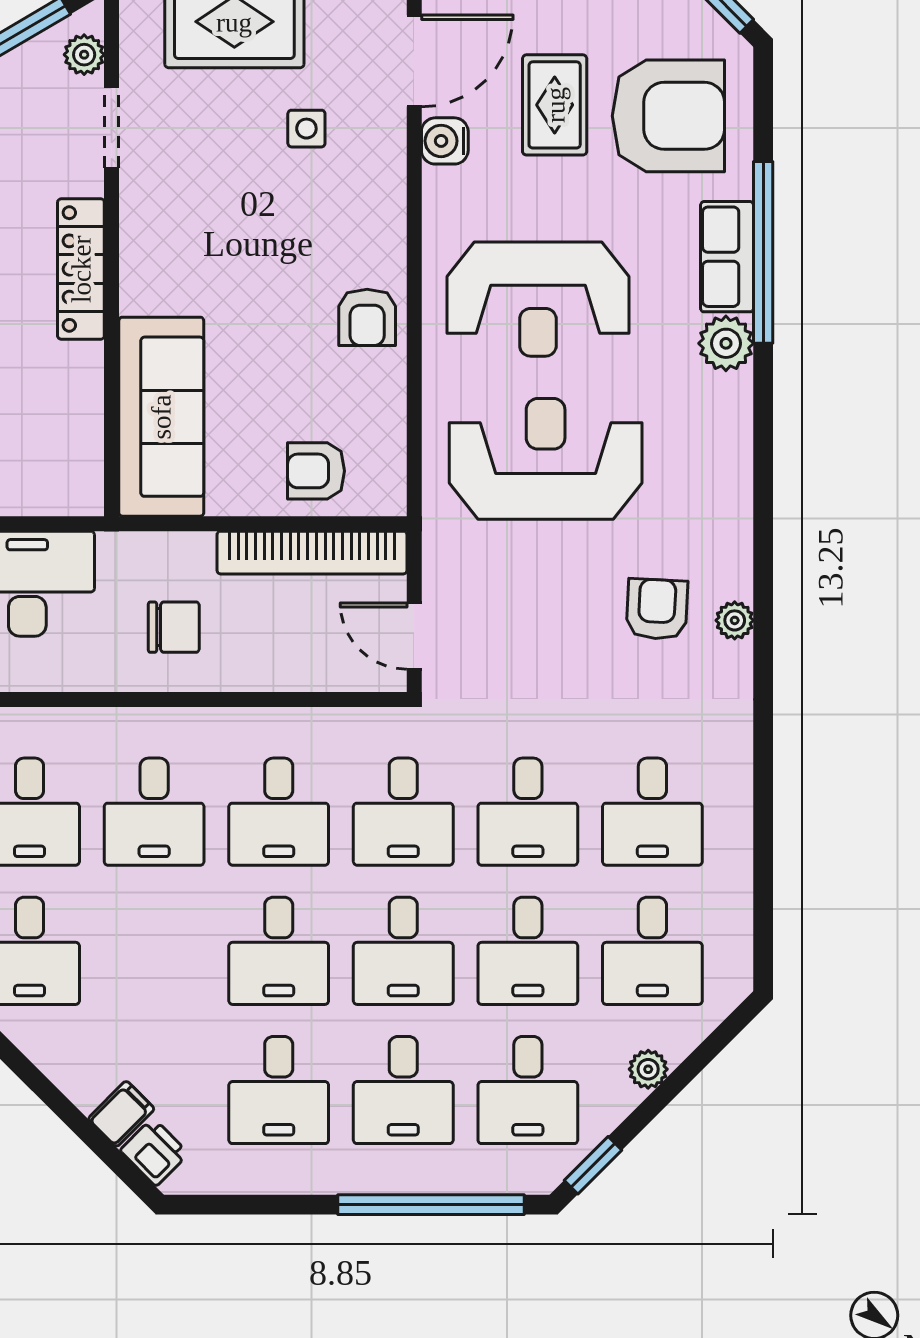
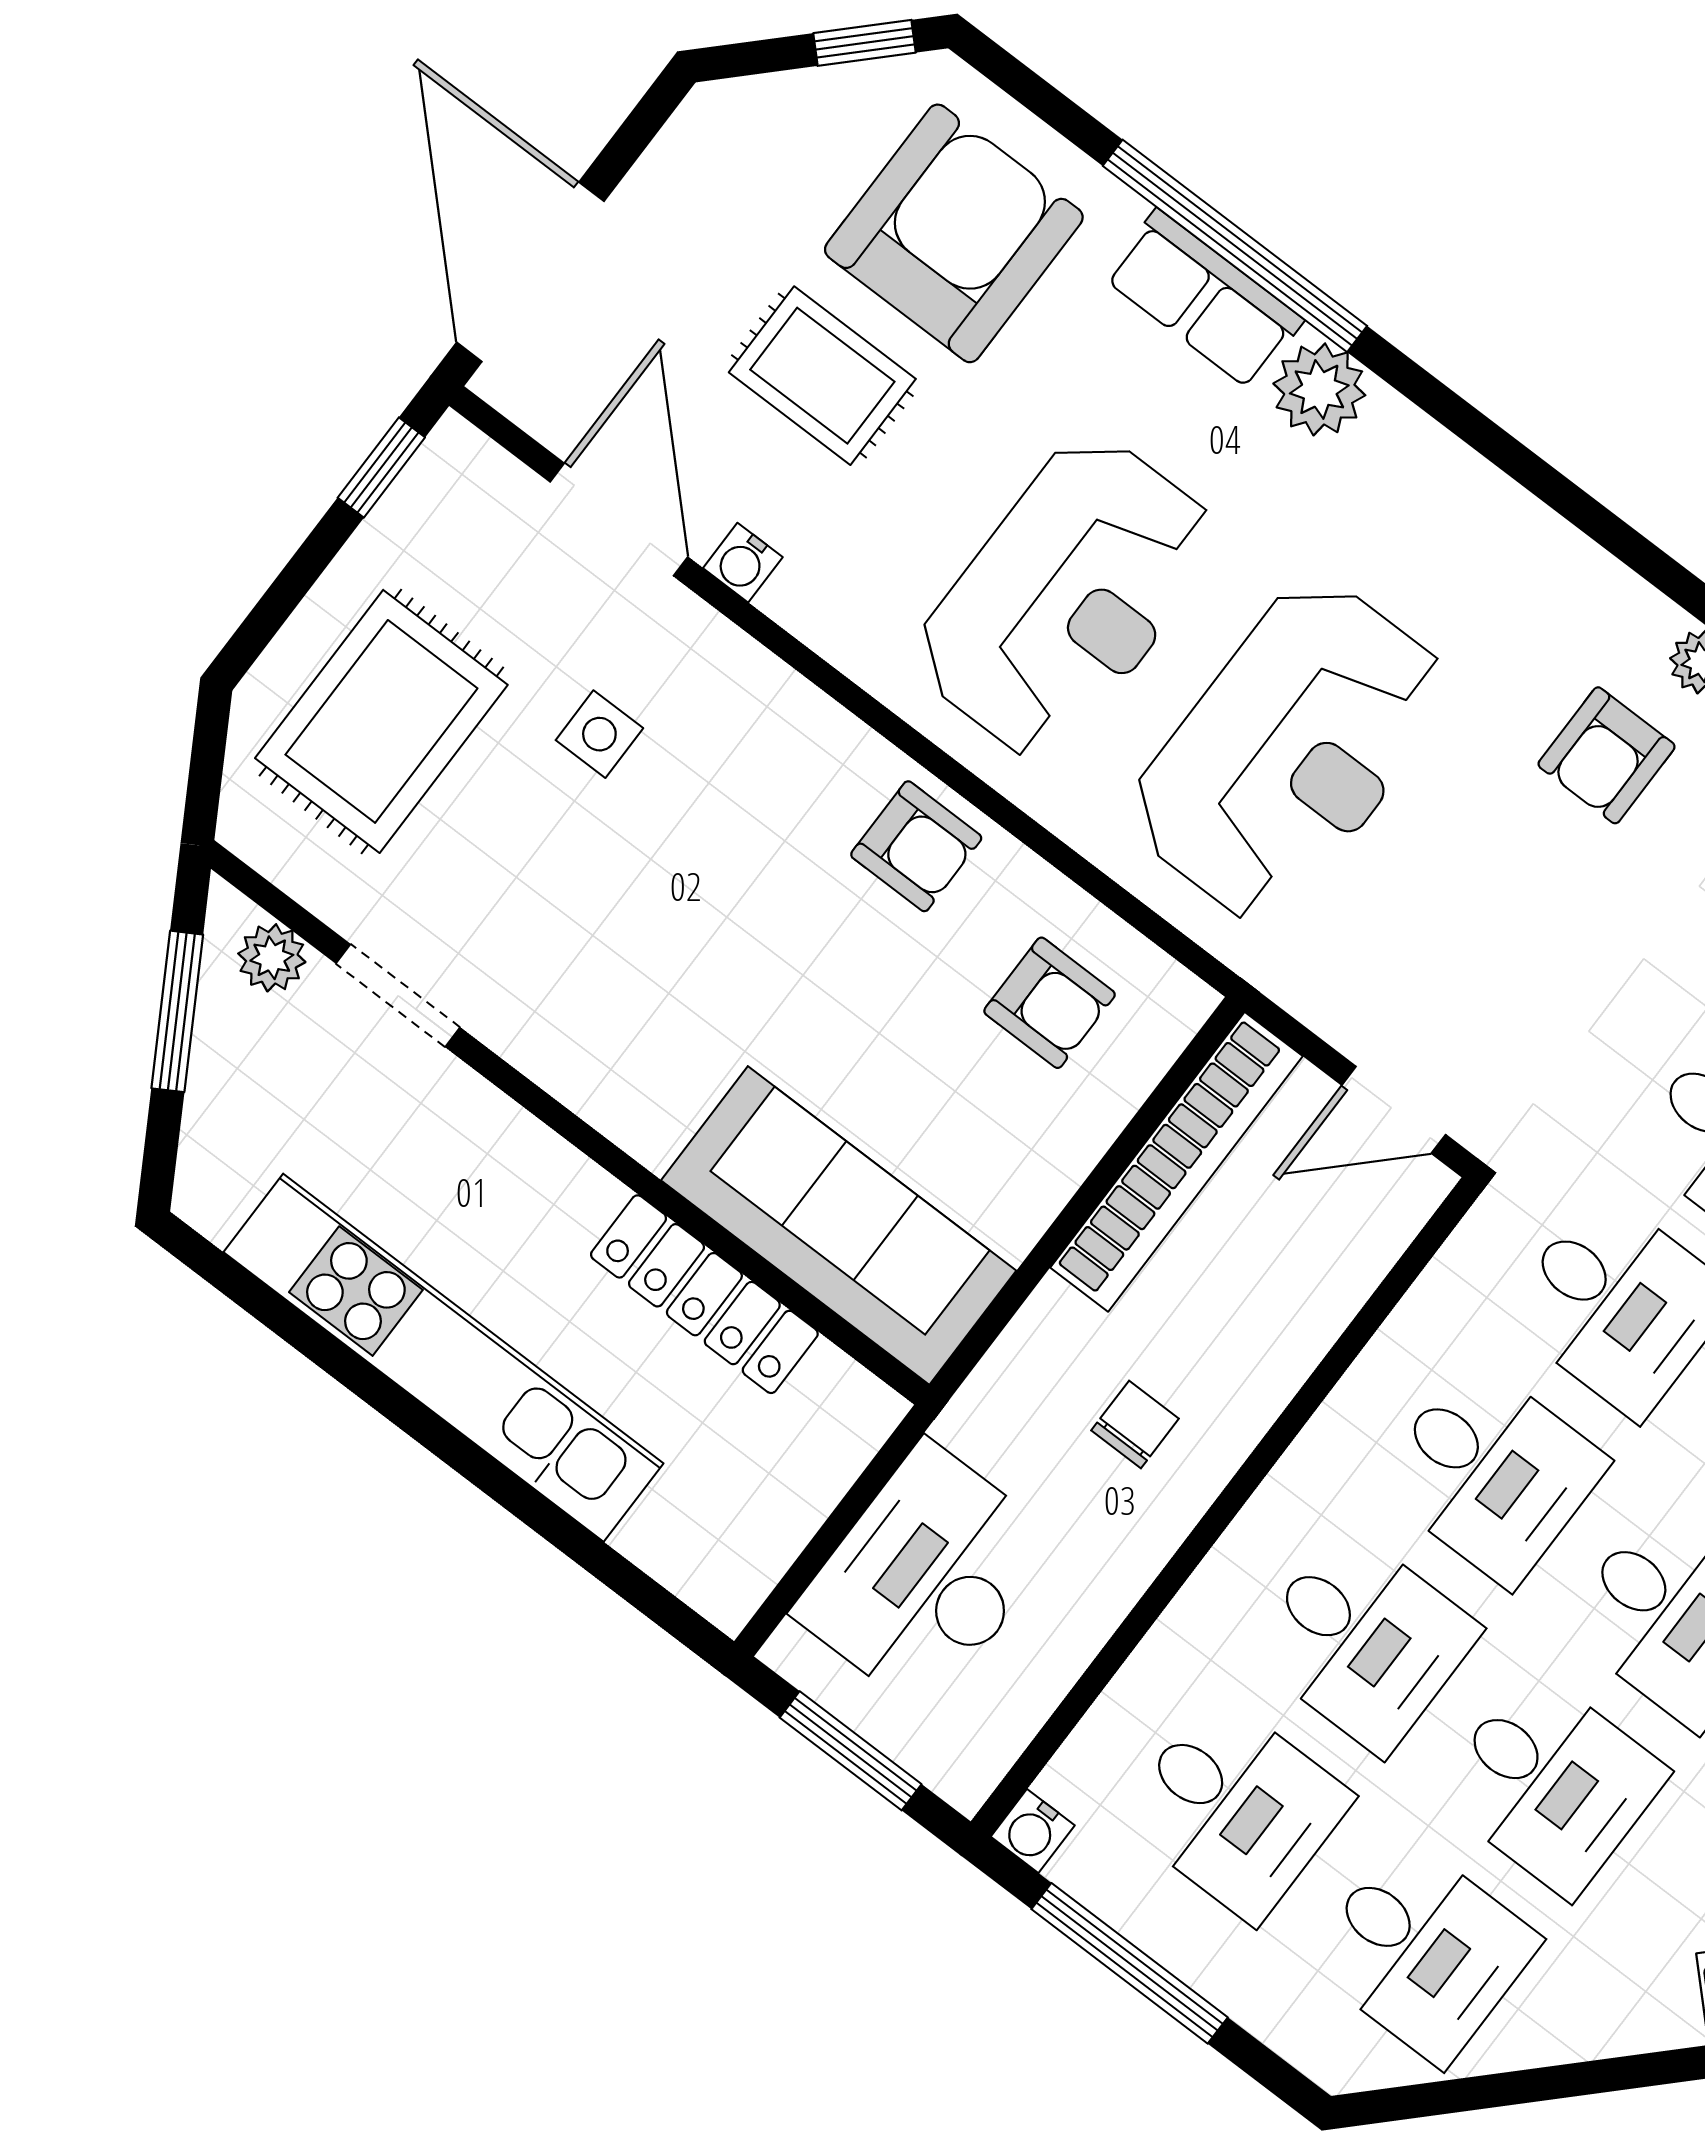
water cooler: (445, 141) -> (743, 563), width x0.72, depth x0.72
locker: (81, 269) -> (704, 1294), moved
reception desk: (546, 459) -> (1290, 751), turned 180
armchair: (316, 471) -> (1050, 1003), moved, turned -90
armchair: (657, 609) -> (1607, 755), turned -93
chair: (174, 627) -> (1135, 1424), width x0.73, depth x0.73
desk: (154, 951) -> (1551, 1783), added

